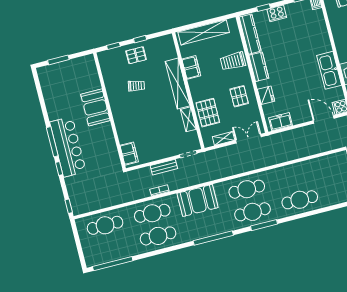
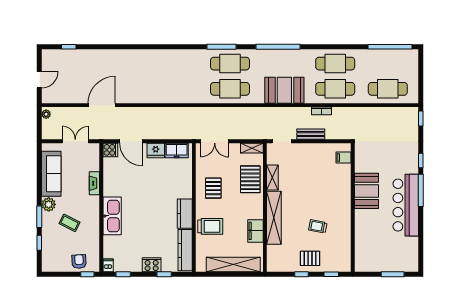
kitchen sink: (329, 70) -> (112, 216), moved
fridge: (266, 95) -> (156, 150), moved, turned -90
booth: (95, 107) -> (366, 191), moved
shelving: (224, 138) -> (252, 148), moved
bar counter: (68, 147) -> (406, 205), moved
filing cabinet: (129, 154) -> (343, 157), width x0.50
cafe table: (300, 200) -> (177, 64), removed

